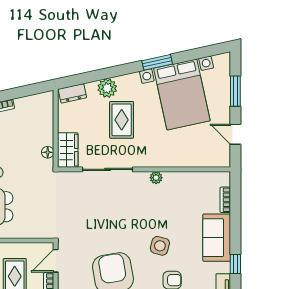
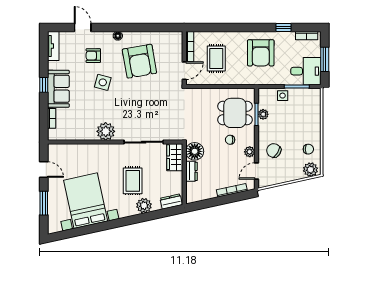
window: (157, 62) -> (105, 226), removed
dresser: (46, 132) -> (191, 171), added
floor lamp: (48, 152) -> (195, 151), width x1.89, depth x1.89
plant: (156, 178) -> (106, 131), width x1.88, depth x1.88
window: (235, 264) -> (44, 85), moved

